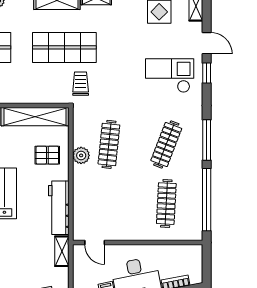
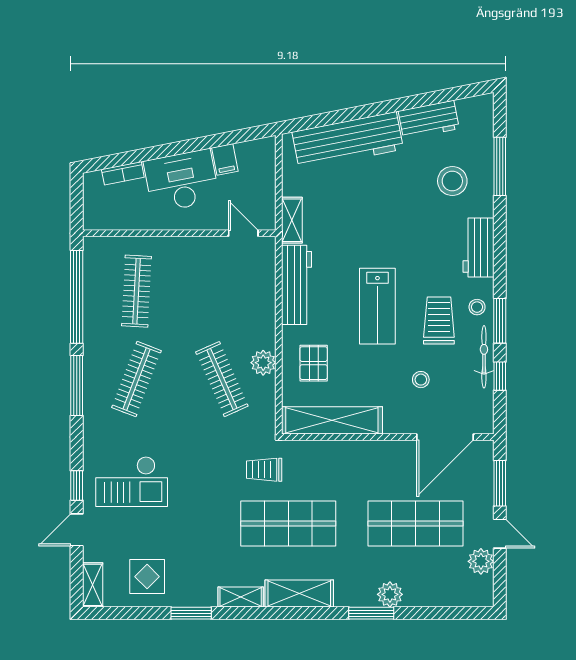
door: (207, 43) -> (77, 530), hinge flipped
trolley: (81, 84) -> (264, 470), turned 90
clothes rail: (109, 144) -> (222, 379), turned -30
pallet: (47, 155) -> (314, 363), turned 90

